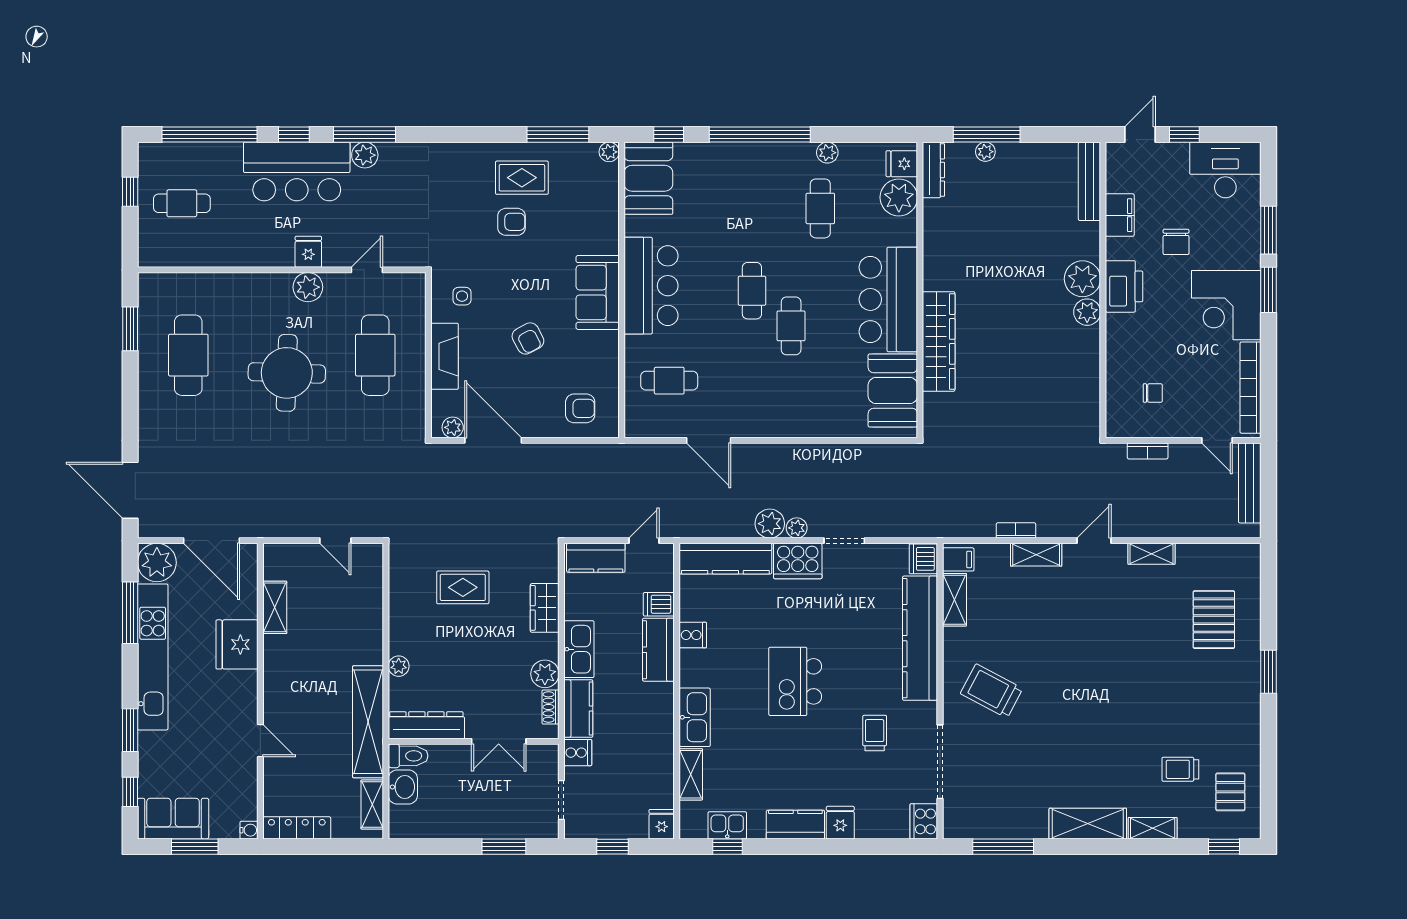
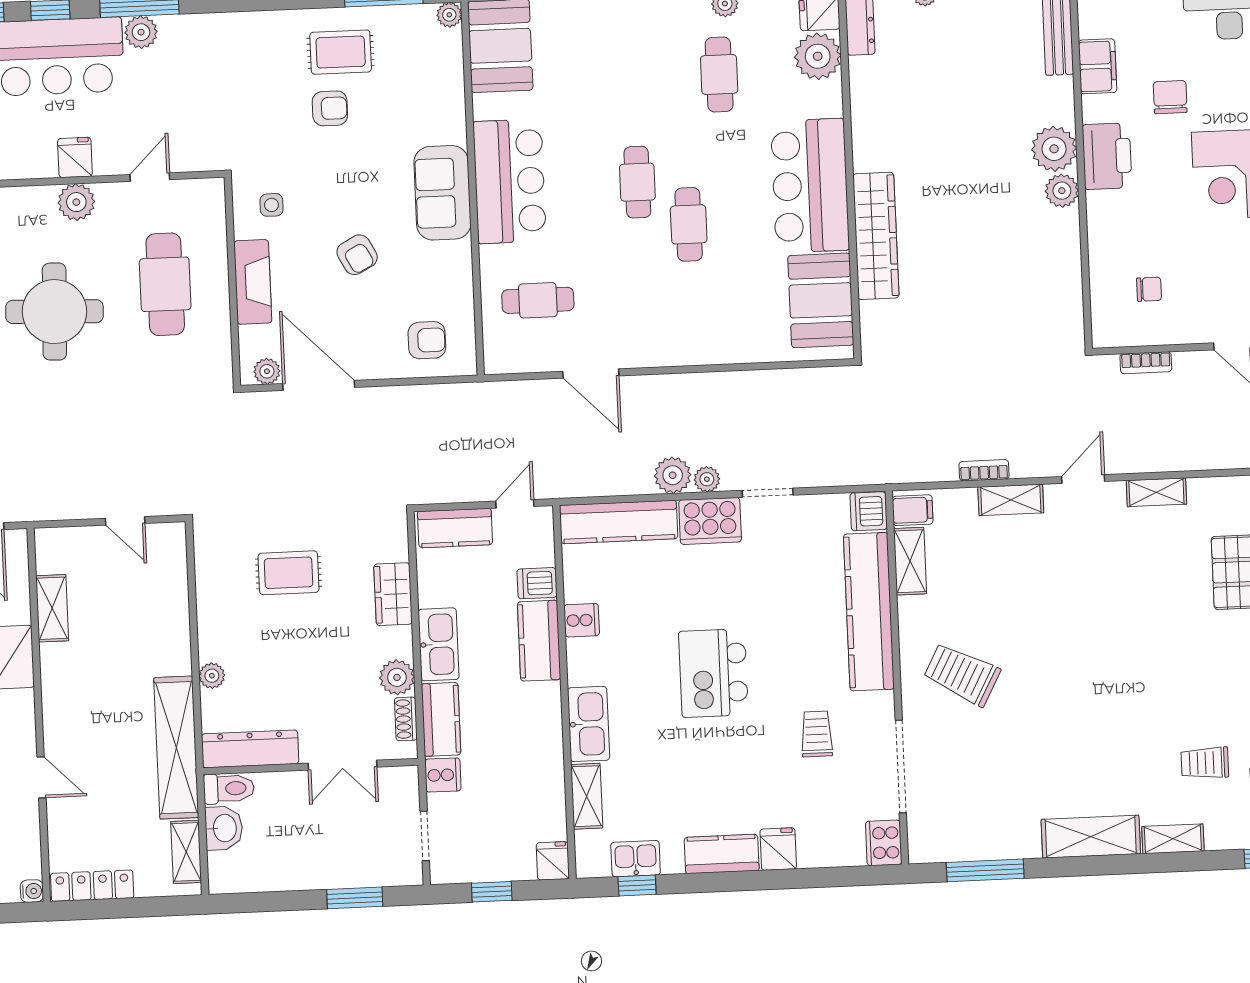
chair: (1176, 242) -> (1170, 97), turned 180

